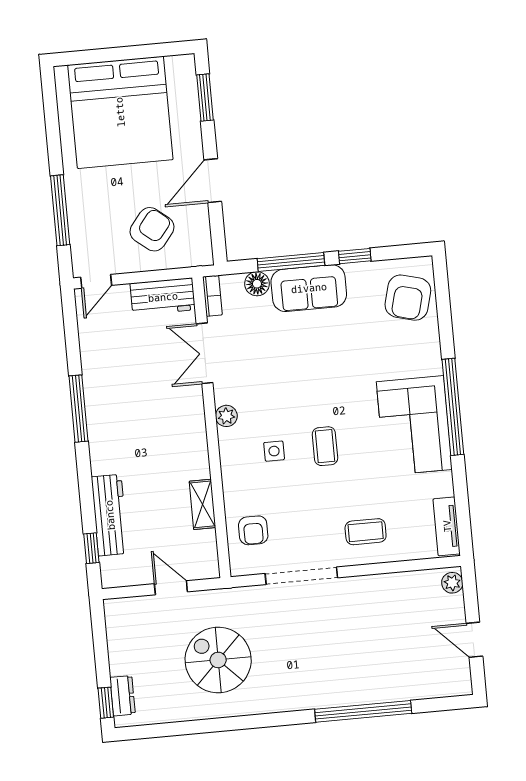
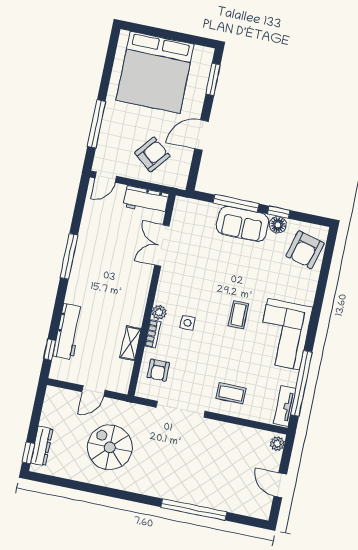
floor lamp: (257, 284) -> (278, 225), moved
bookcase: (212, 296) -> (153, 334), moved
window: (453, 407) -> (301, 383), moved
plant: (226, 416) -> (159, 312), moved
coffee table: (325, 446) -> (238, 315), moved
door: (171, 588) -> (93, 391), swing flipped
dresser: (122, 696) -> (42, 446), width x1.44

